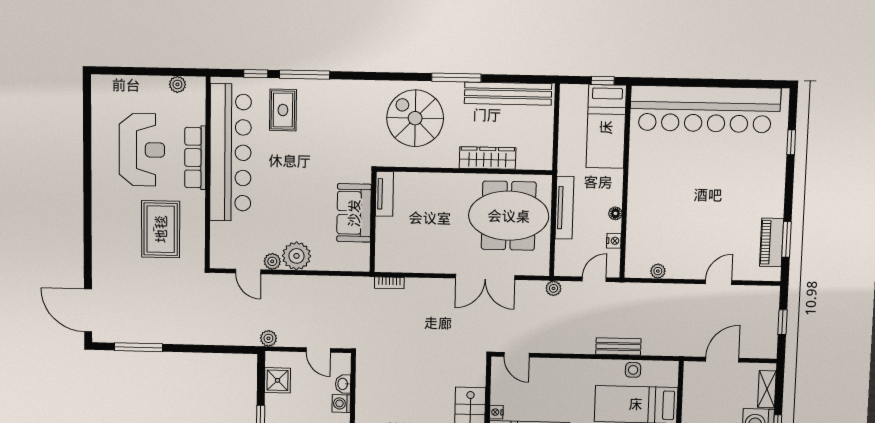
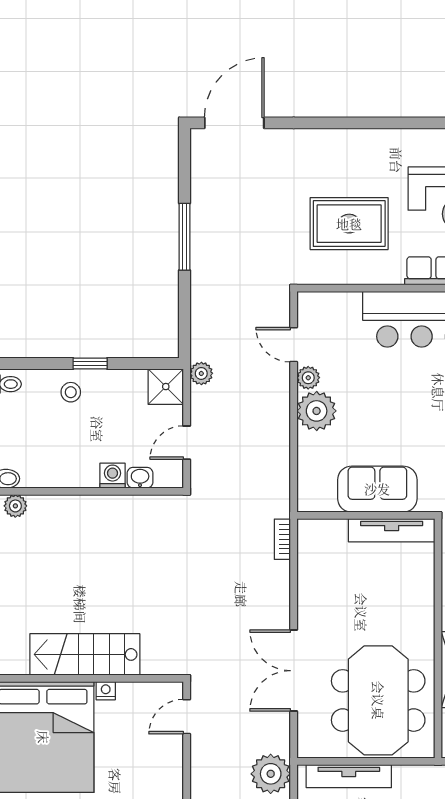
tv unit: (384, 194) -> (392, 530), width x1.41
tv unit: (564, 208) -> (349, 776), moved
door: (248, 271) -> (294, 345), hinge flipped
plant: (553, 288) -> (271, 774), width x1.88, depth x1.88
window: (138, 347) -> (185, 237), moved
shower: (277, 380) -> (166, 387), moved

